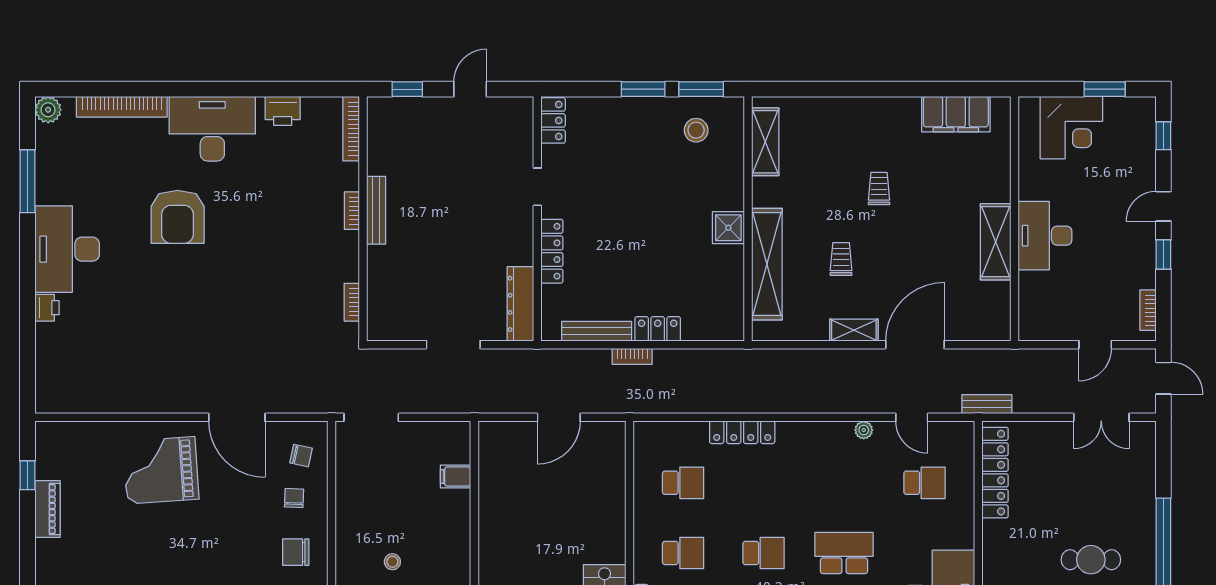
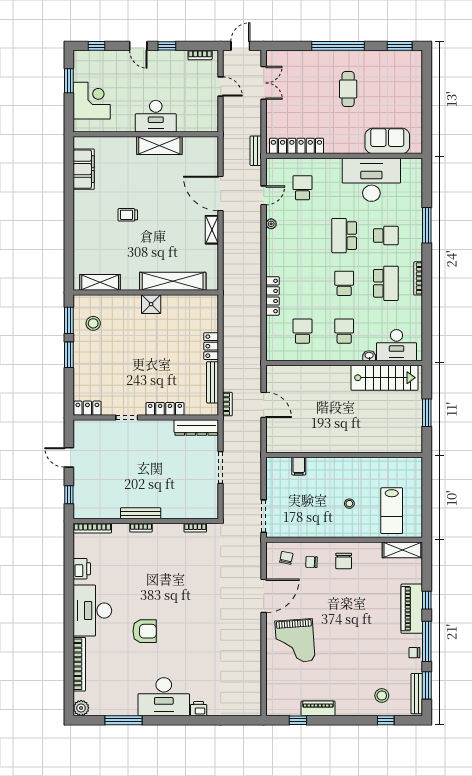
armchair: (178, 217) -> (145, 631), width x0.73, depth x0.73
trolley: (841, 259) -> (170, 237), removed
bookcase: (632, 356) -> (227, 404), moved

